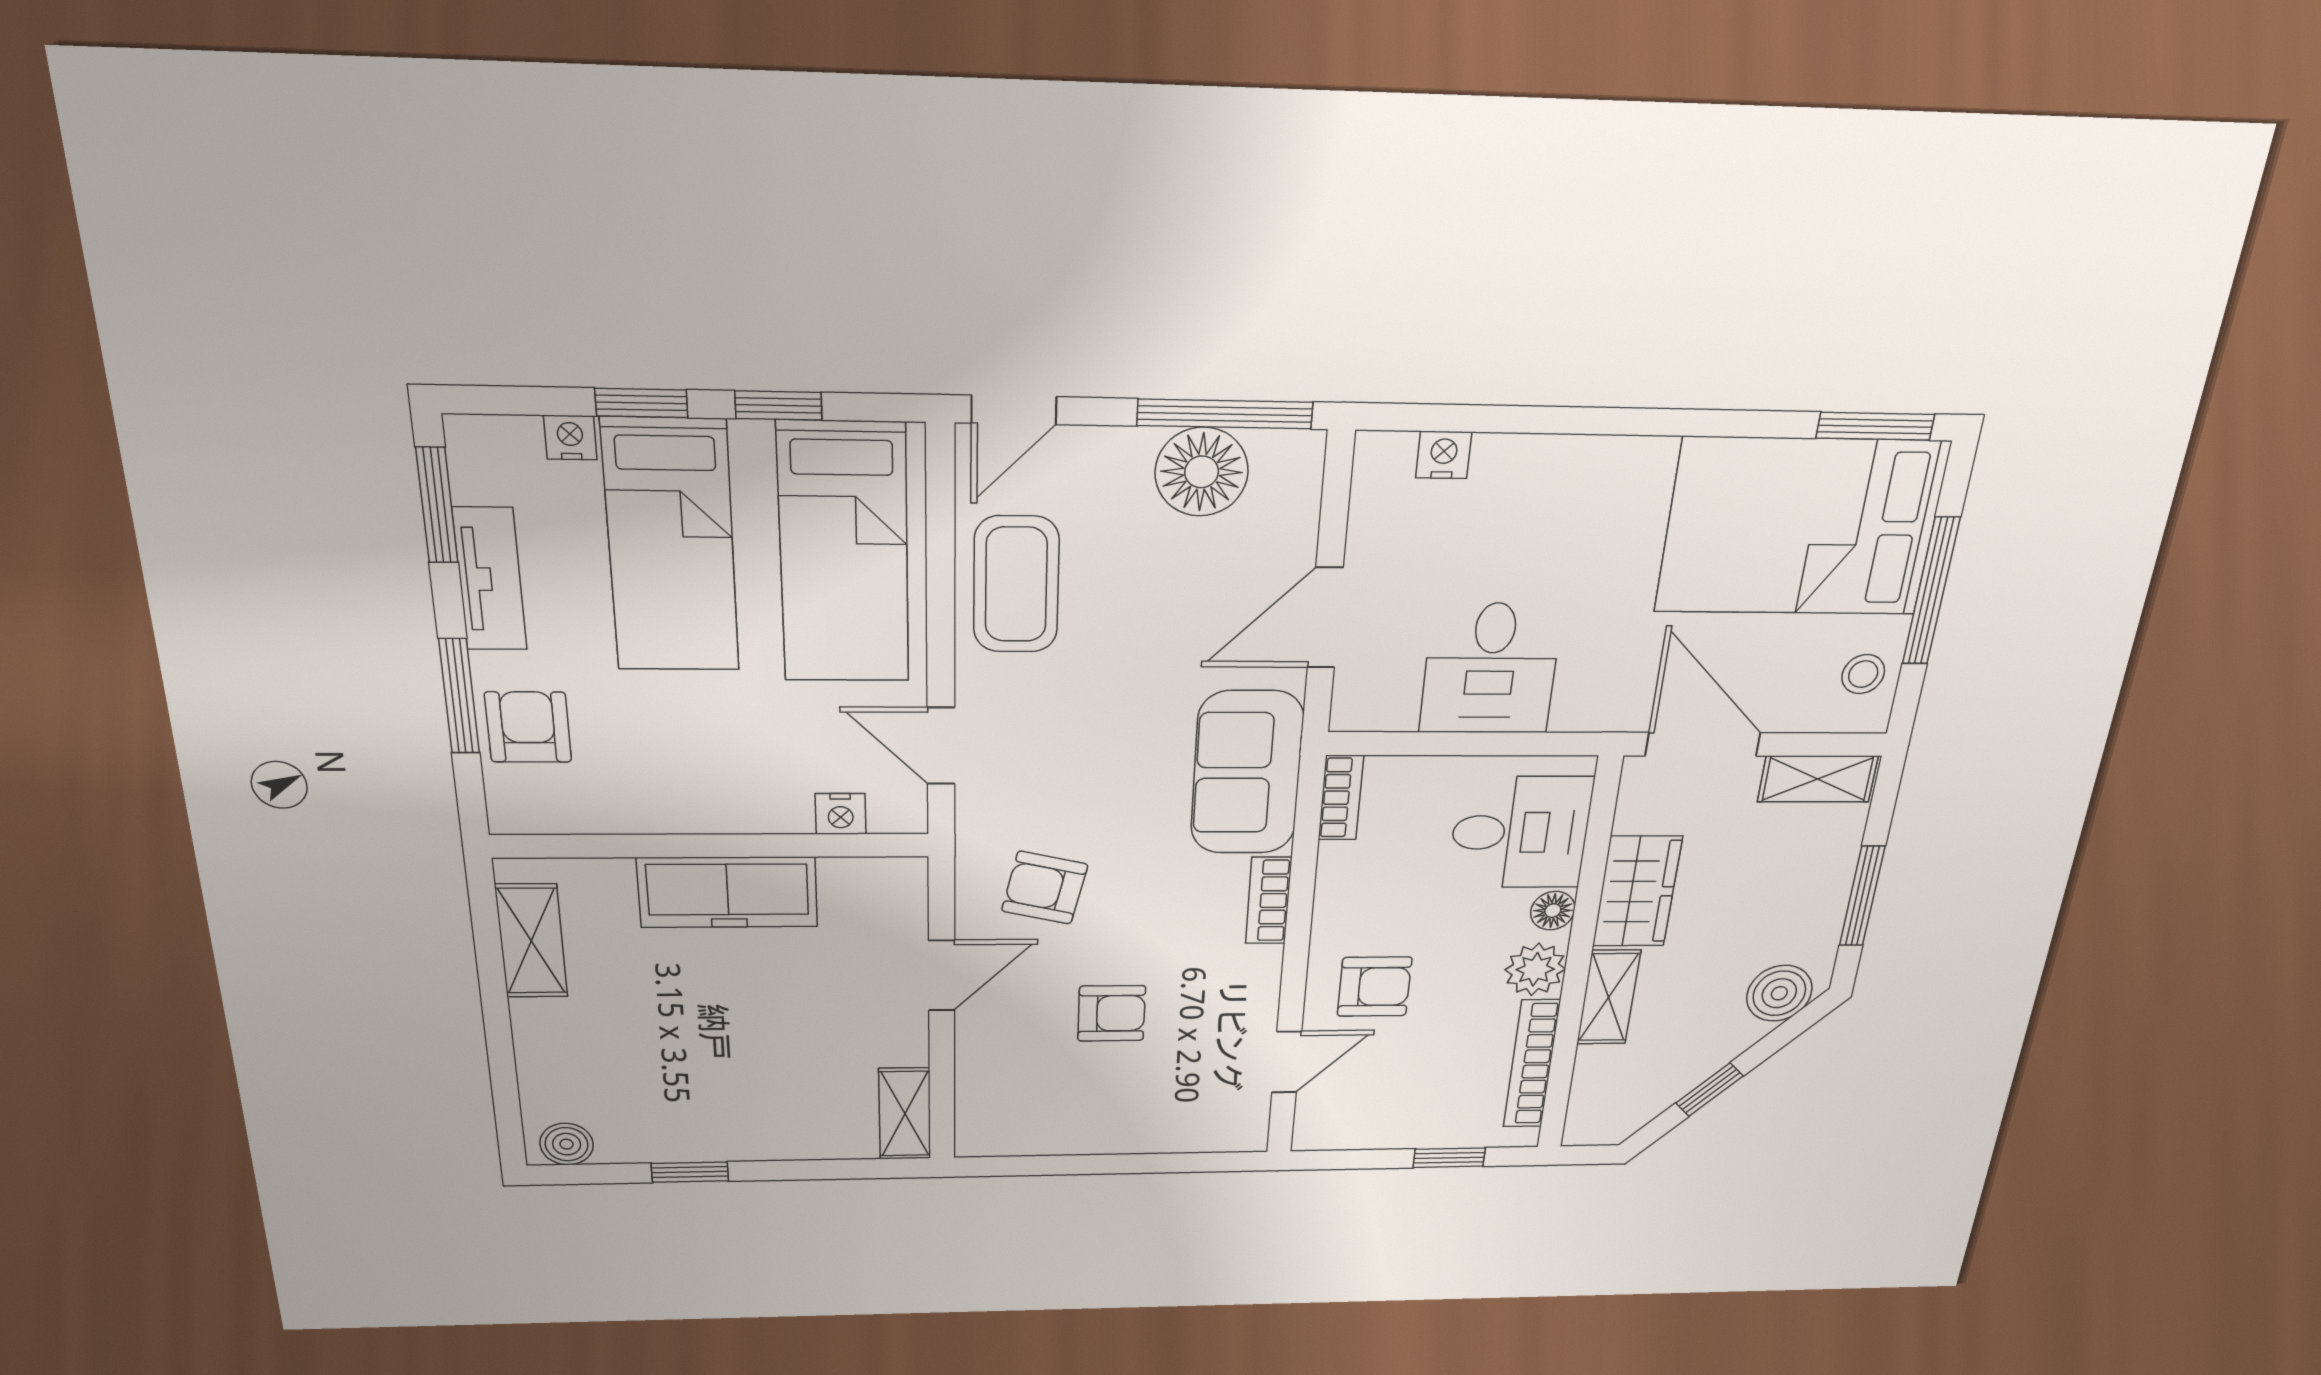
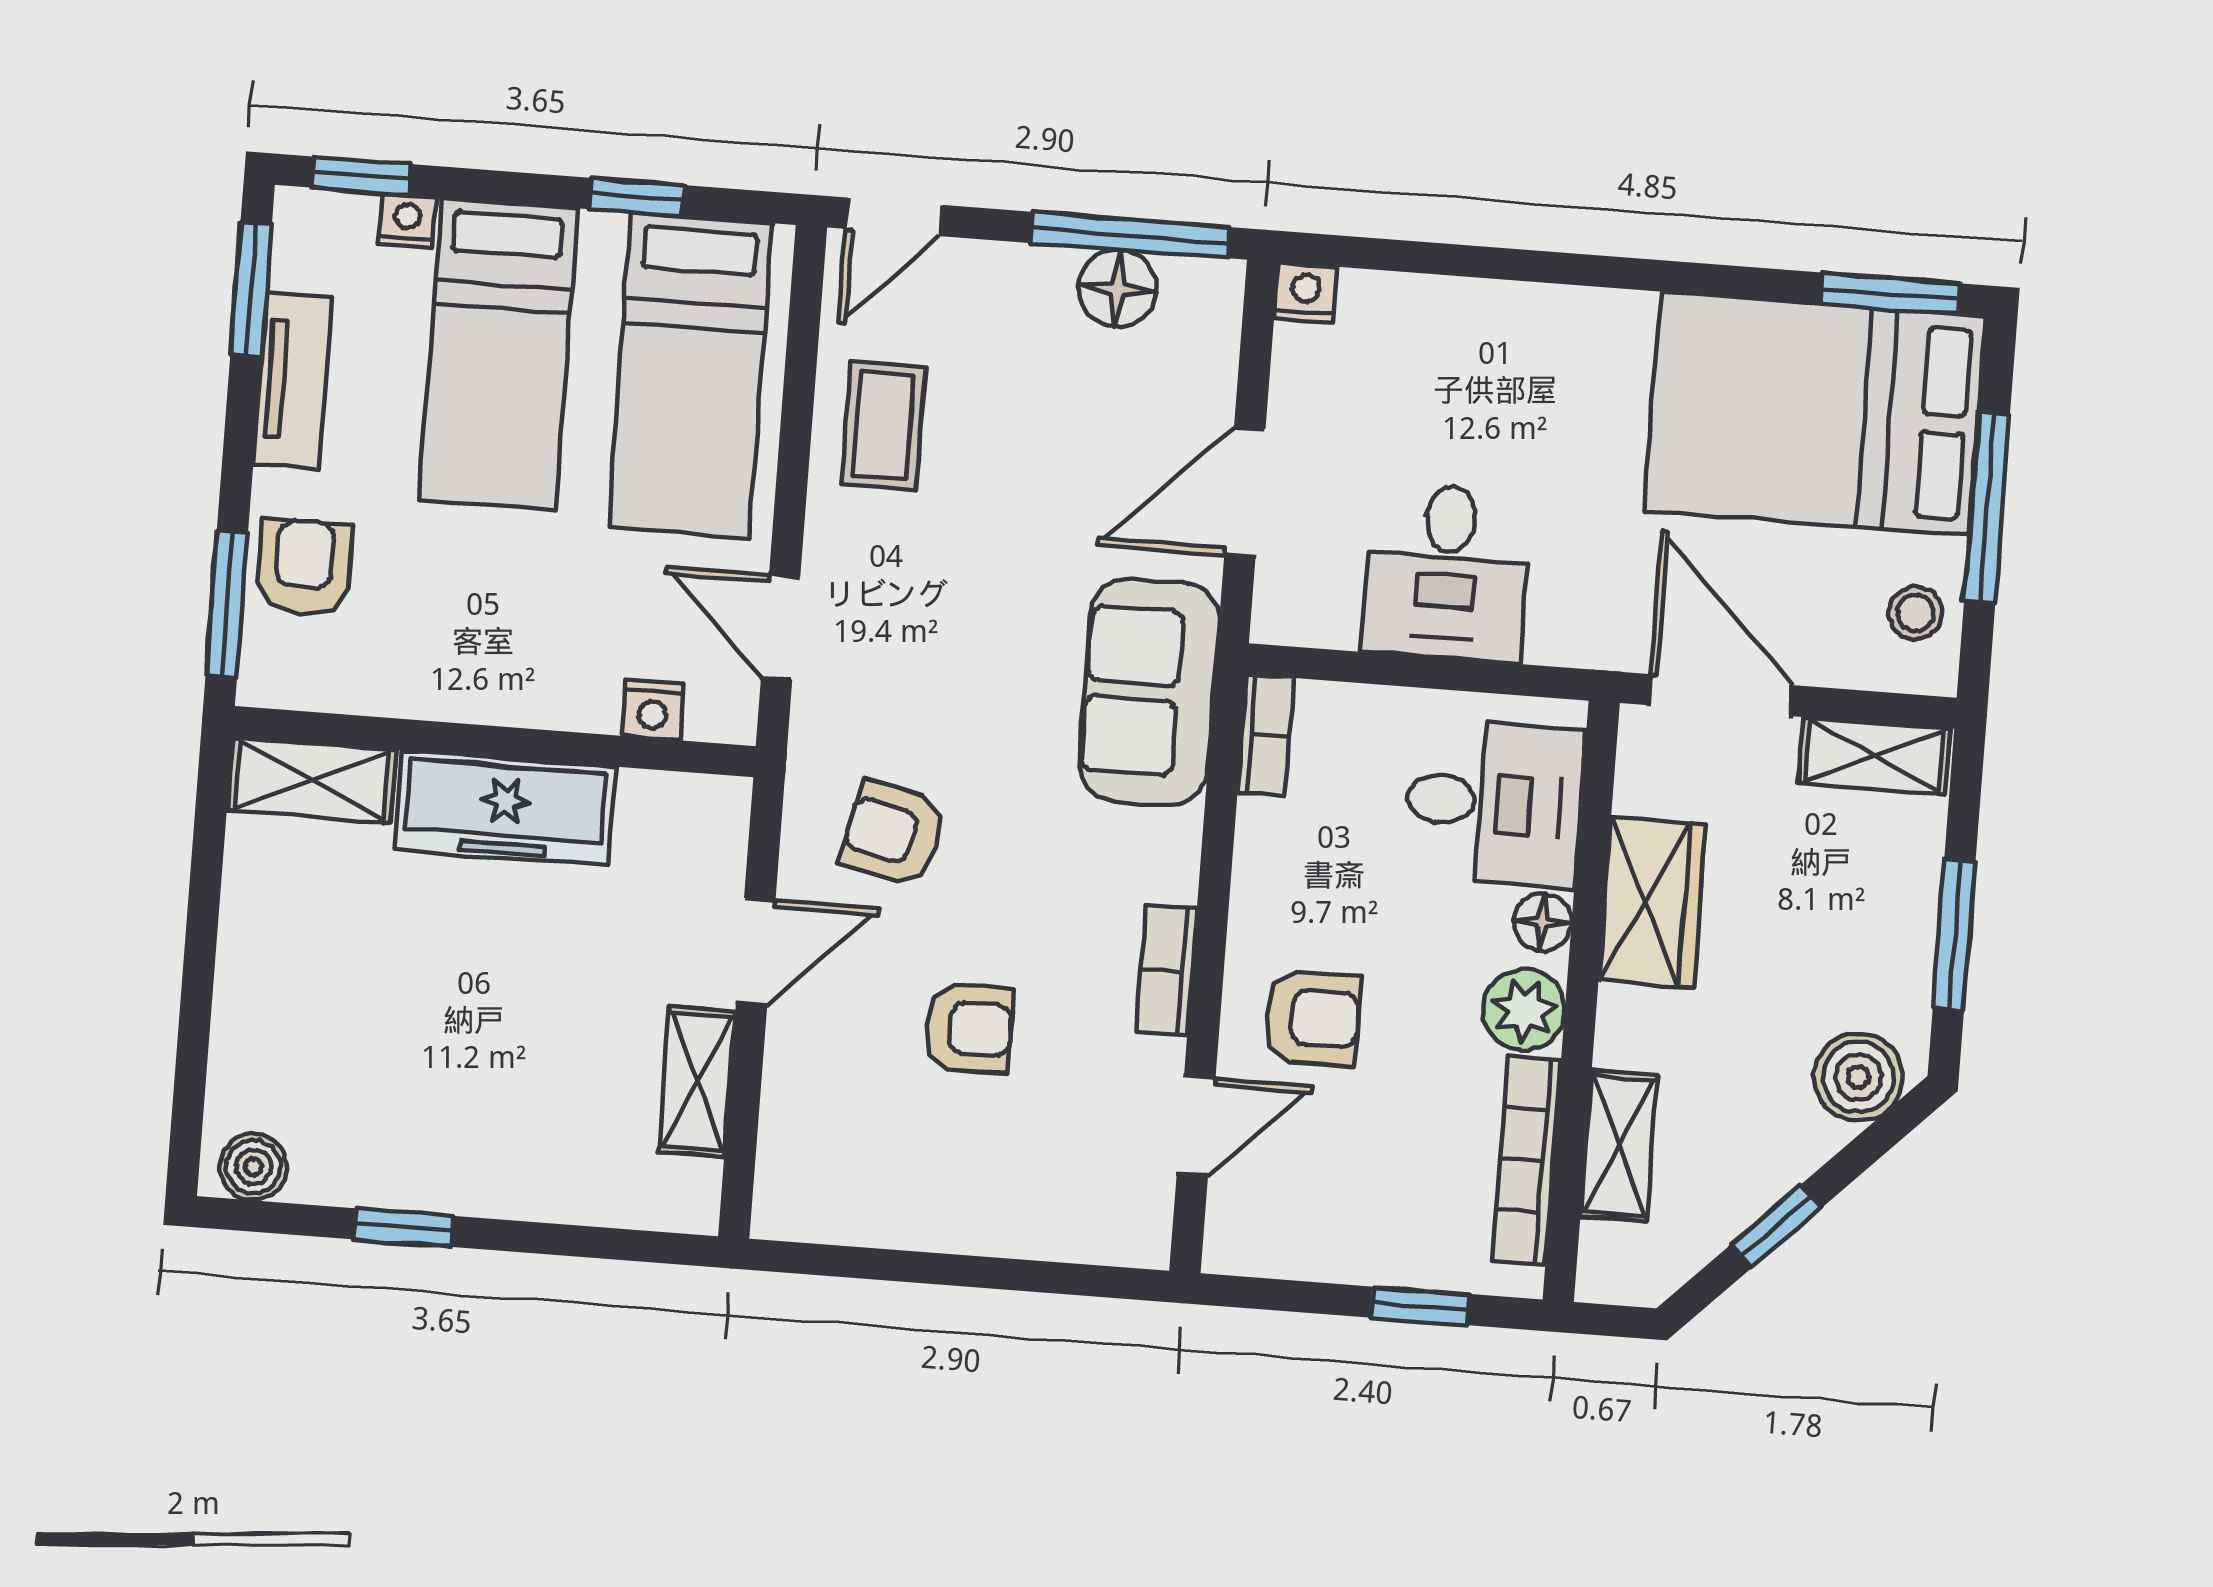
window: (641, 403) -> (362, 176), moved
nightstand: (1444, 455) -> (1306, 292), moved
floor lamp: (1202, 472) -> (1118, 288), width x0.73, depth x0.73
coffee table: (1016, 585) -> (883, 426), width x0.73, depth x0.77
window: (459, 696) -> (227, 604), moved
bookcase: (1269, 901) -> (1167, 970), moved
shelving: (531, 941) -> (312, 780), moved, turned 90
shelving: (1609, 997) -> (1619, 1146), moved
shelving: (905, 1114) -> (697, 1082), moved

